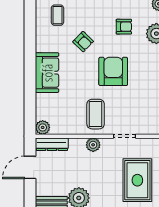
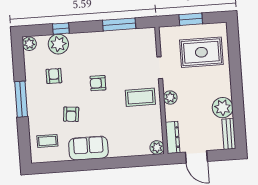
armchair: (83, 42) -> (71, 114), turned 142
armchair: (113, 71) -> (98, 83), width x0.53, depth x0.53
sofa: (47, 73) -> (88, 148), moved

